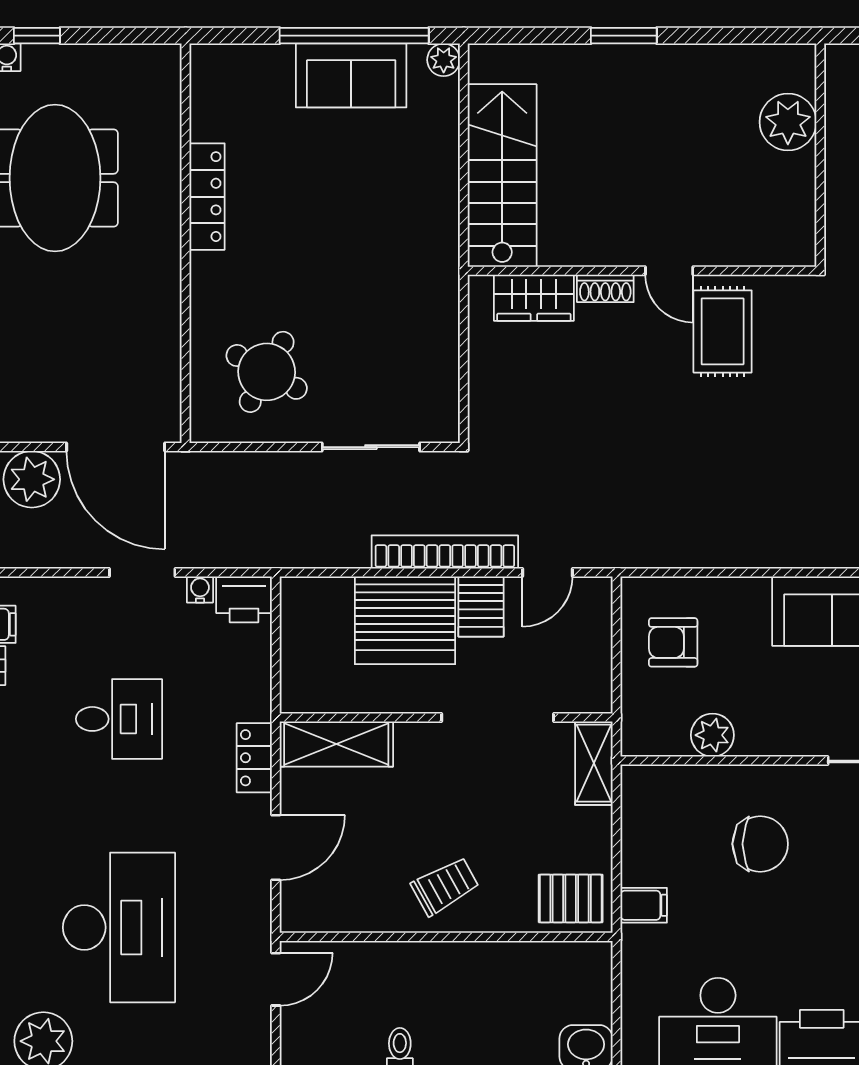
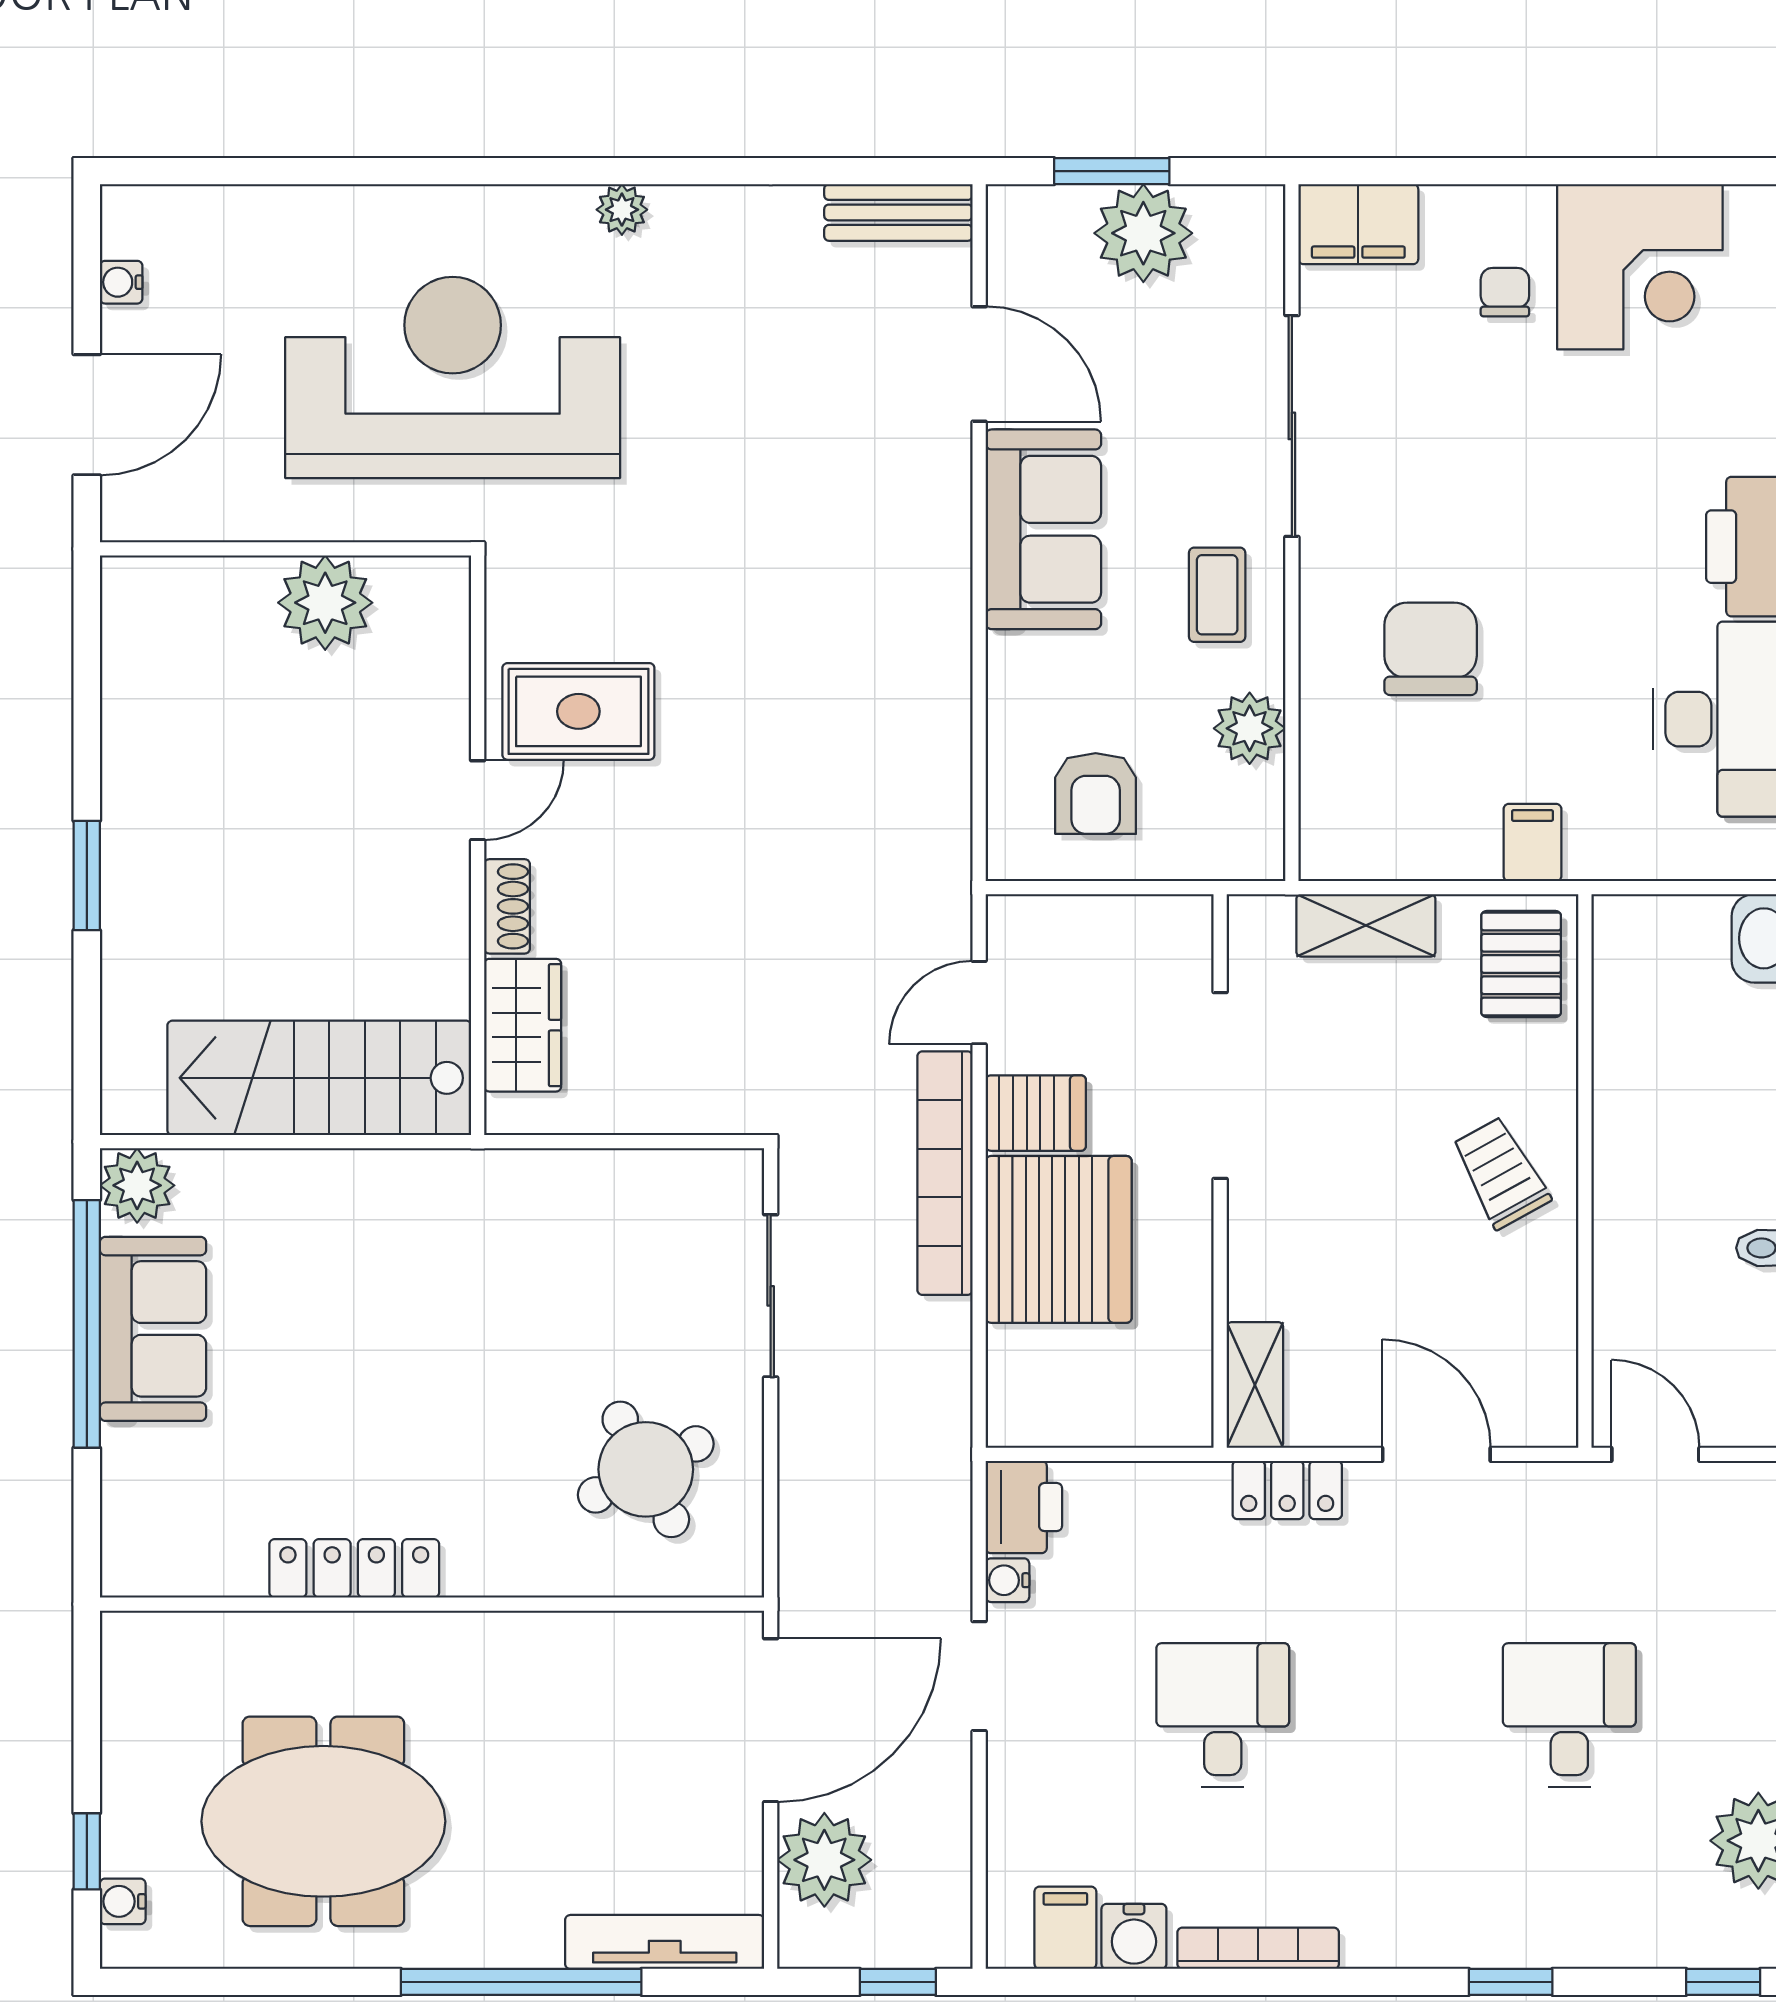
plant: (444, 60) -> (137, 1185), width x1.38, depth x1.38
plant: (788, 122) -> (325, 603), moved
round table: (267, 372) -> (646, 1469), turned 34
door: (547, 572) -> (979, 1003), swing flipped
coffee table: (793, 716) -> (1217, 595), added
shelving: (336, 744) -> (1255, 1385), width x0.67, depth x0.75
shelving: (594, 763) -> (1366, 925), moved
desk: (119, 927) -> (1569, 1715), width x0.53, depth x0.77

